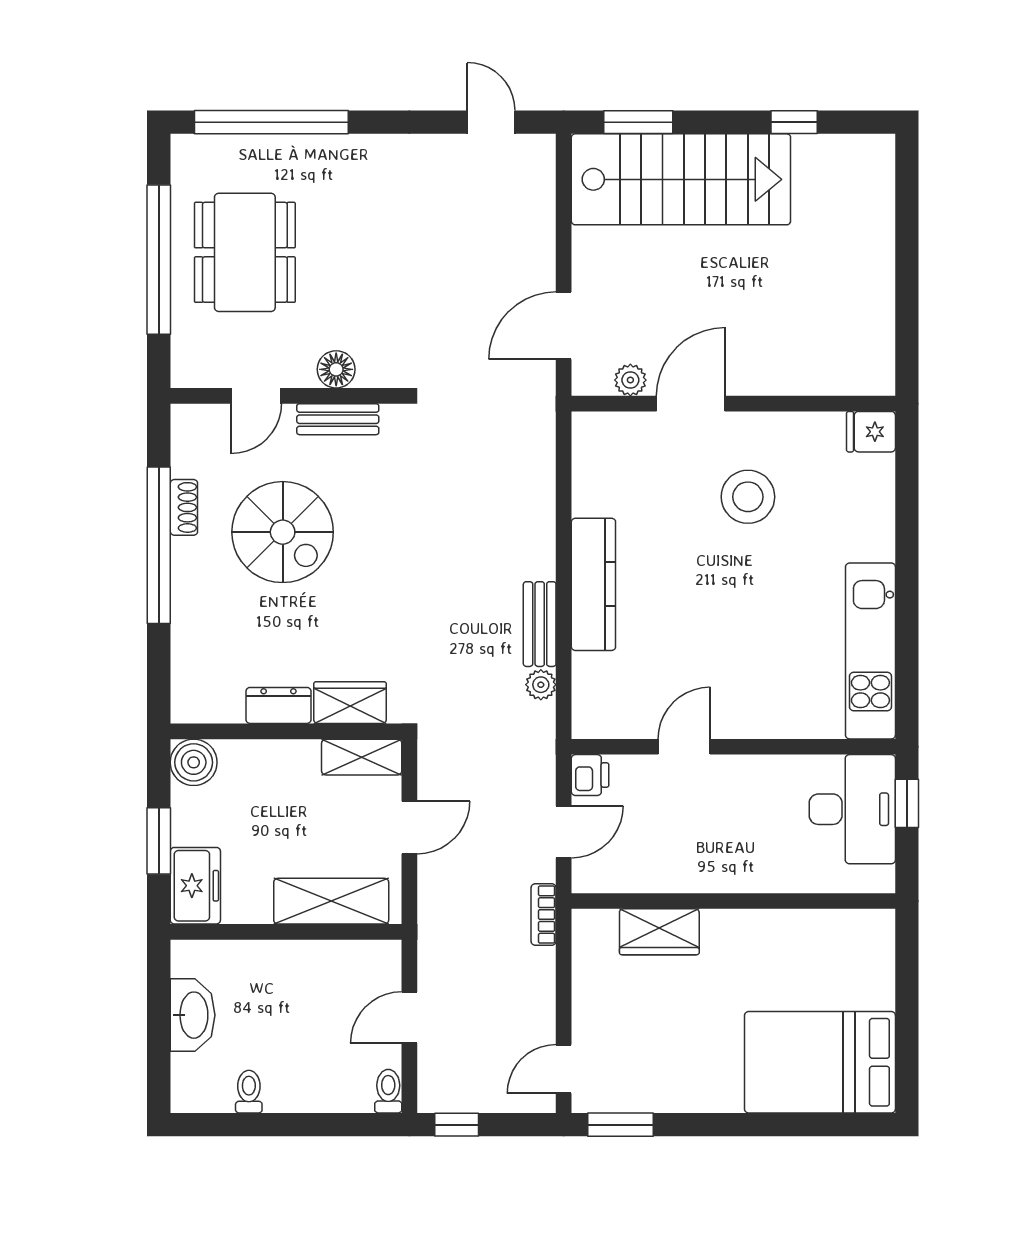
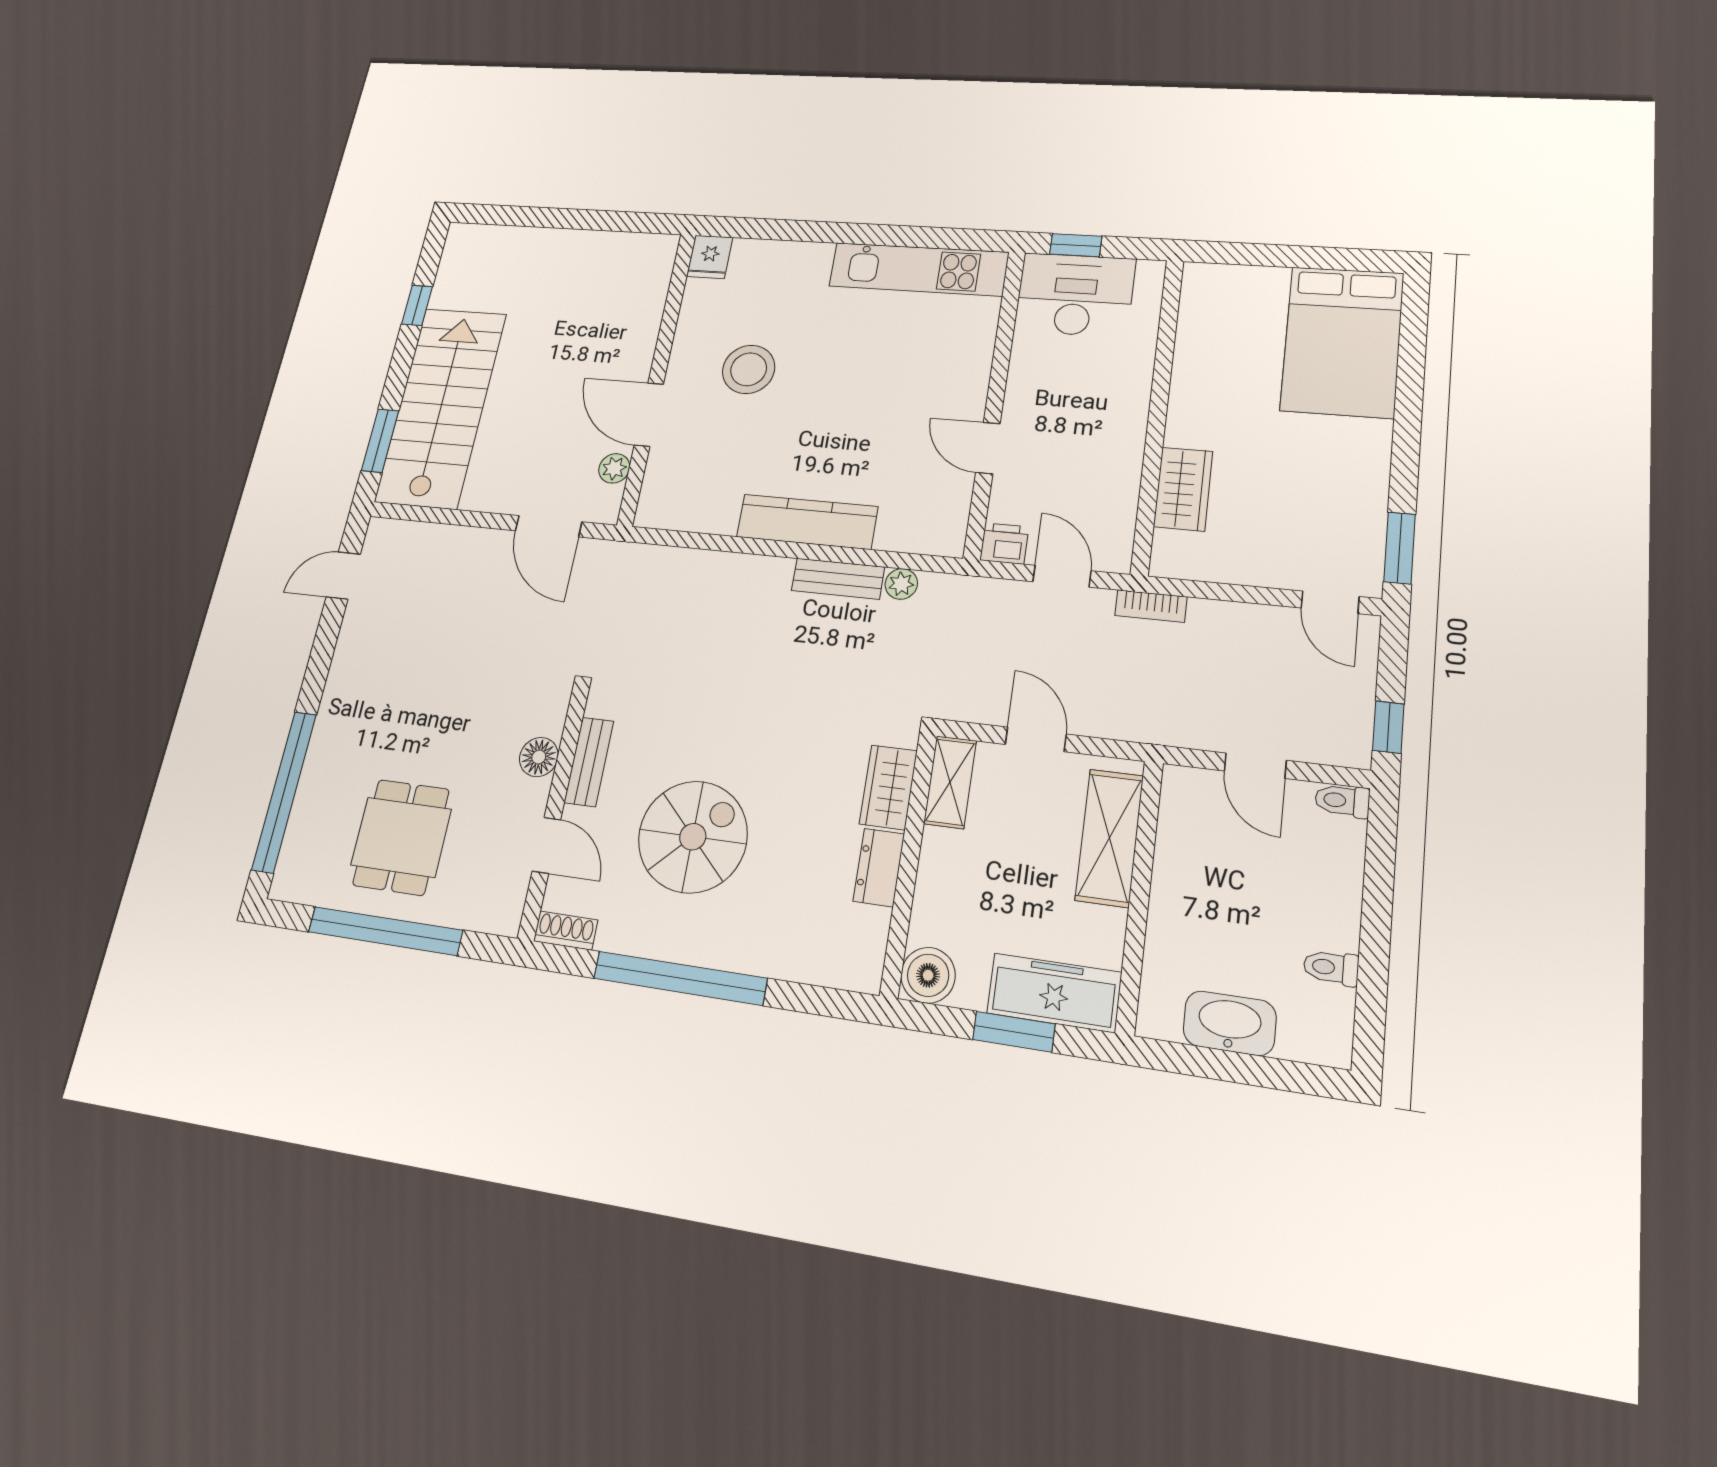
dining table: (245, 252) -> (401, 837), width x0.73
shoe rack: (184, 507) -> (566, 931), moved
freezer: (195, 886) -> (1054, 993), width x1.40

